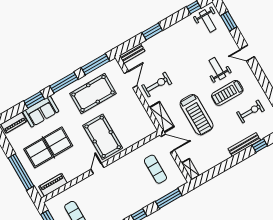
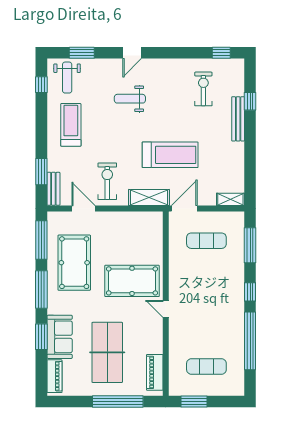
weight bench: (208, 21) -> (67, 78), turned 90
window: (152, 31) -> (41, 172), moved
treadmill: (227, 93) -> (71, 125), moved, turned 180

